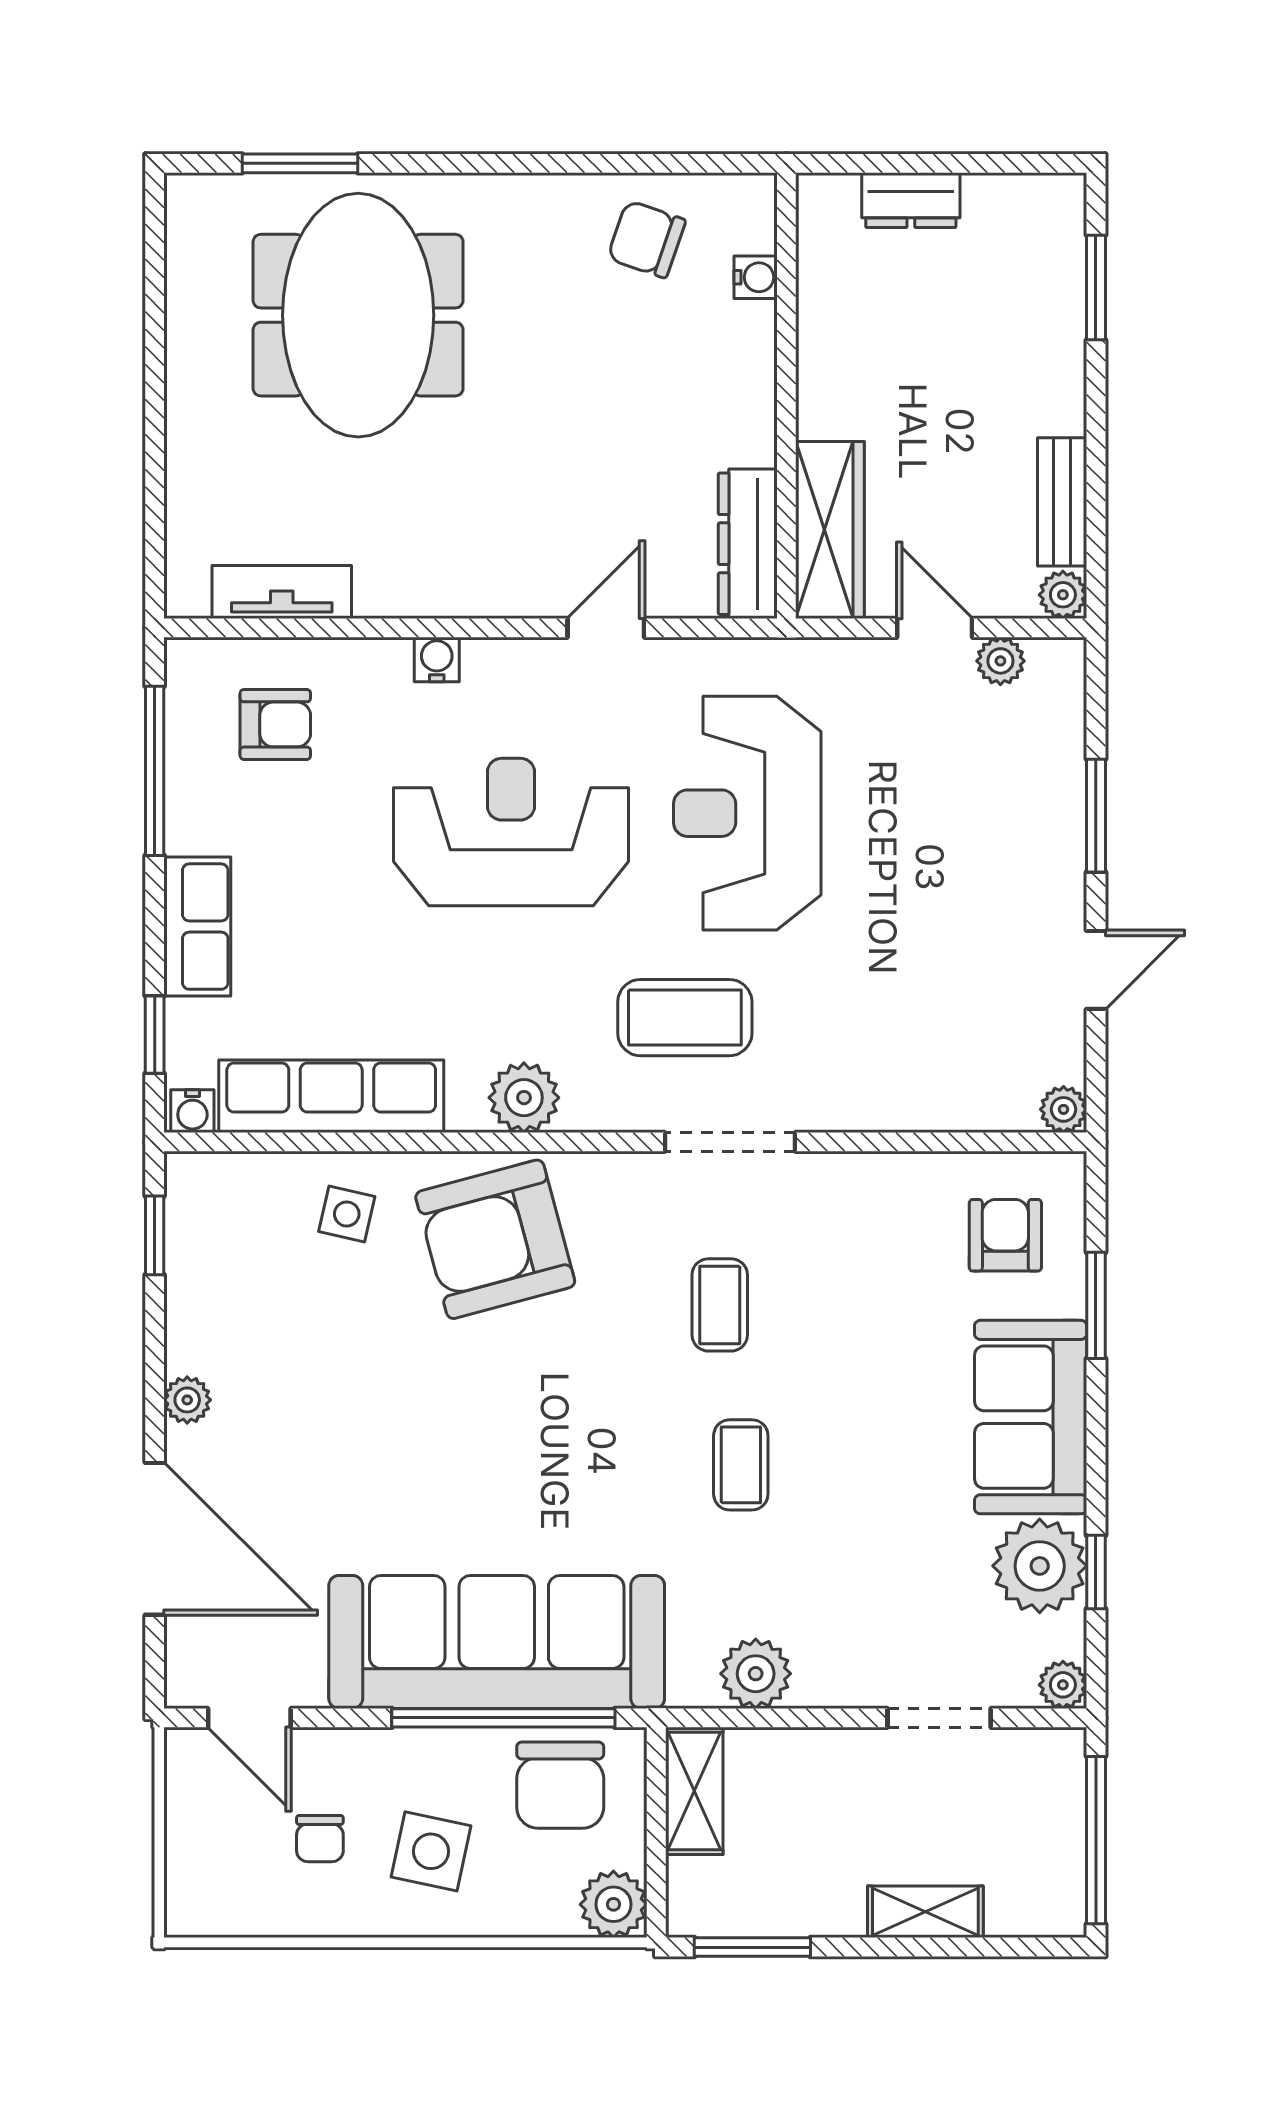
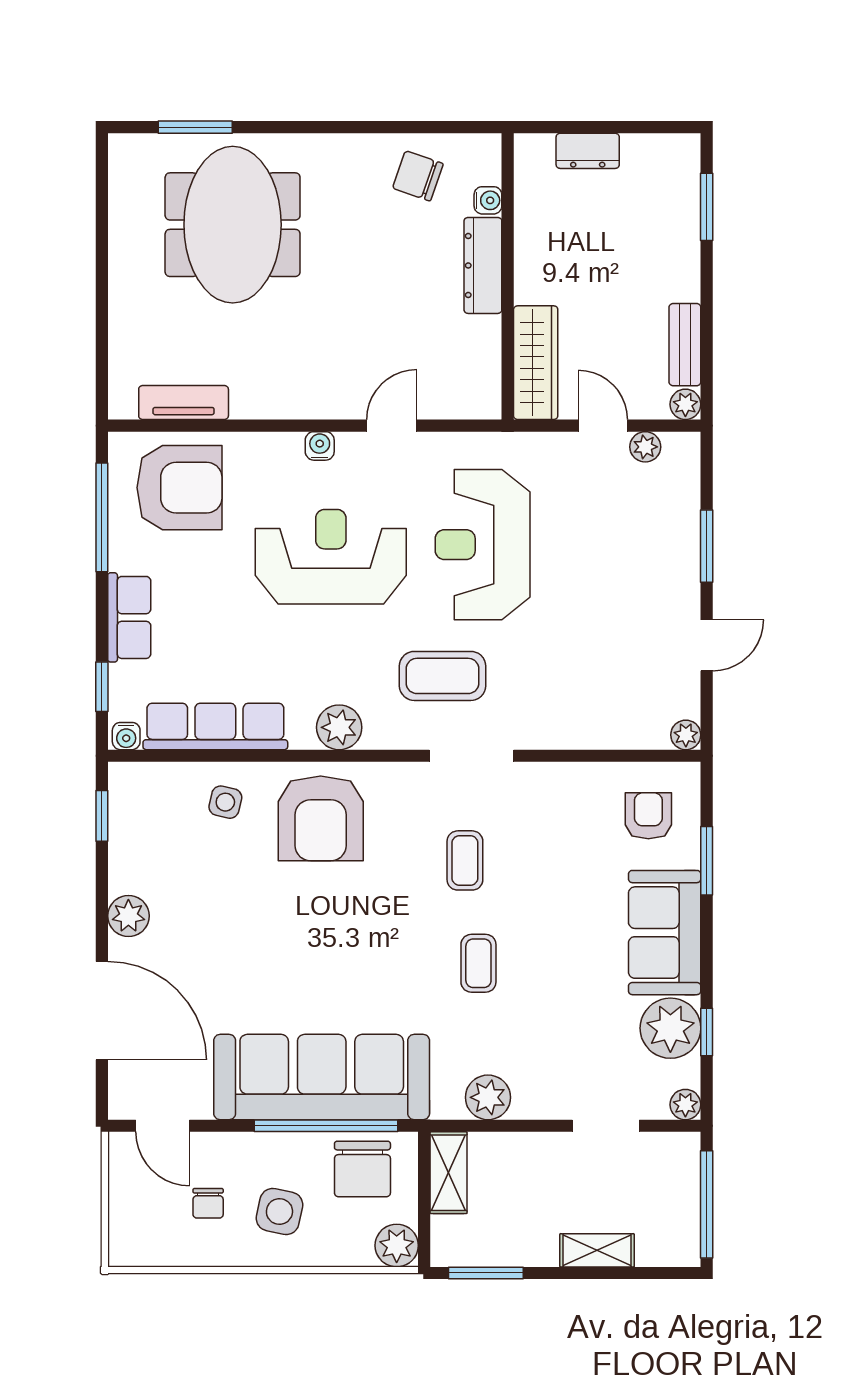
dresser: (748, 544) -> (483, 265), moved
water cooler: (437, 659) -> (320, 446), moved
armchair: (275, 724) -> (179, 488), width x1.88, depth x1.88
armchair: (495, 1239) -> (321, 818), turned -75
plant: (187, 1400) -> (128, 916), width x1.38, depth x1.38

